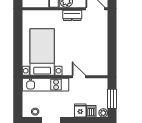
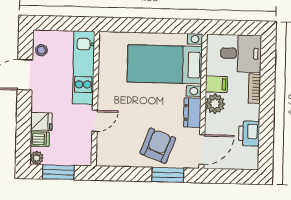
window: (112, 30) -> (168, 175), added
armchair: (94, 37) -> (158, 146), added
bed with nightstands: (42, 52) -> (165, 64), moved, turned 180

